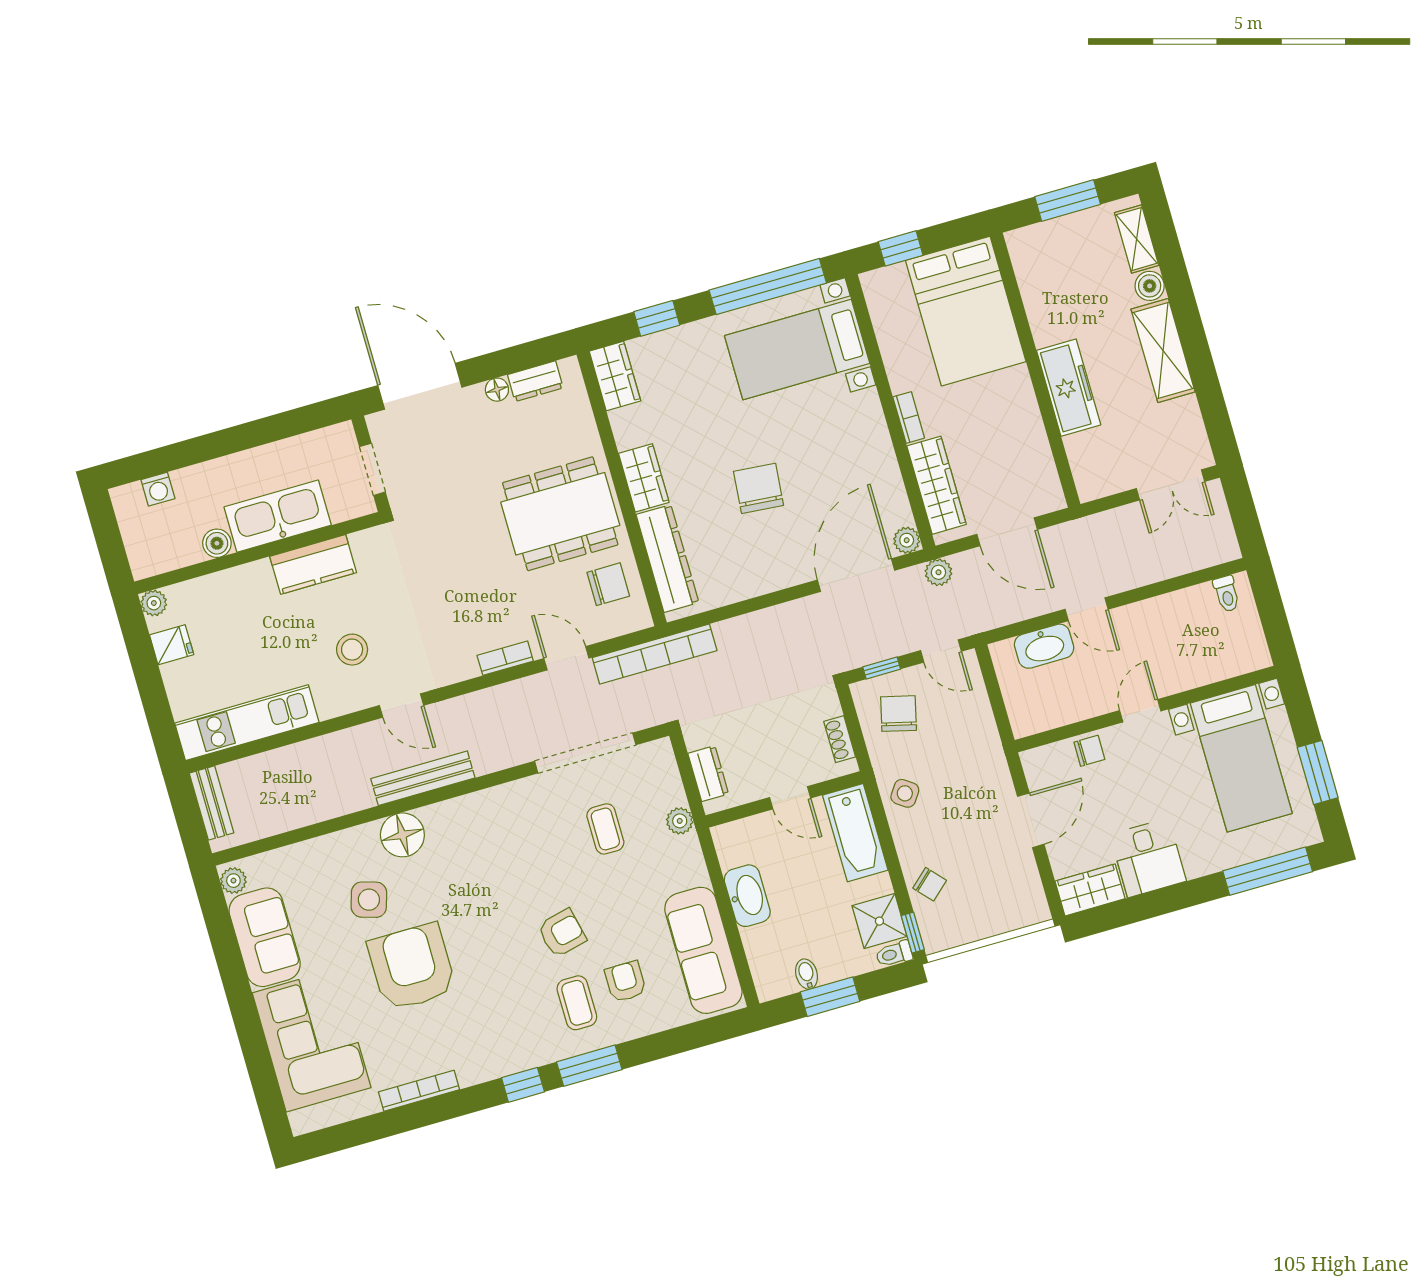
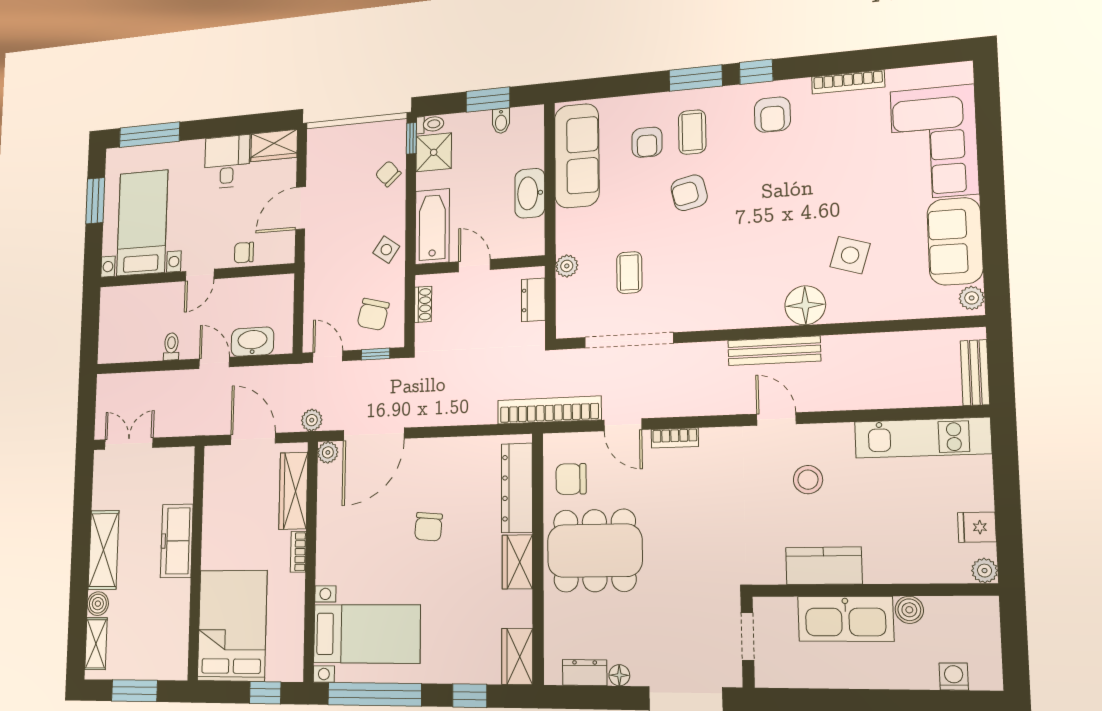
chair: (759, 488) -> (428, 527), width x0.73, depth x0.73
toilet: (1227, 594) -> (171, 346), moved
armchair: (412, 967) -> (772, 115), moved, width x0.53, depth x0.53

